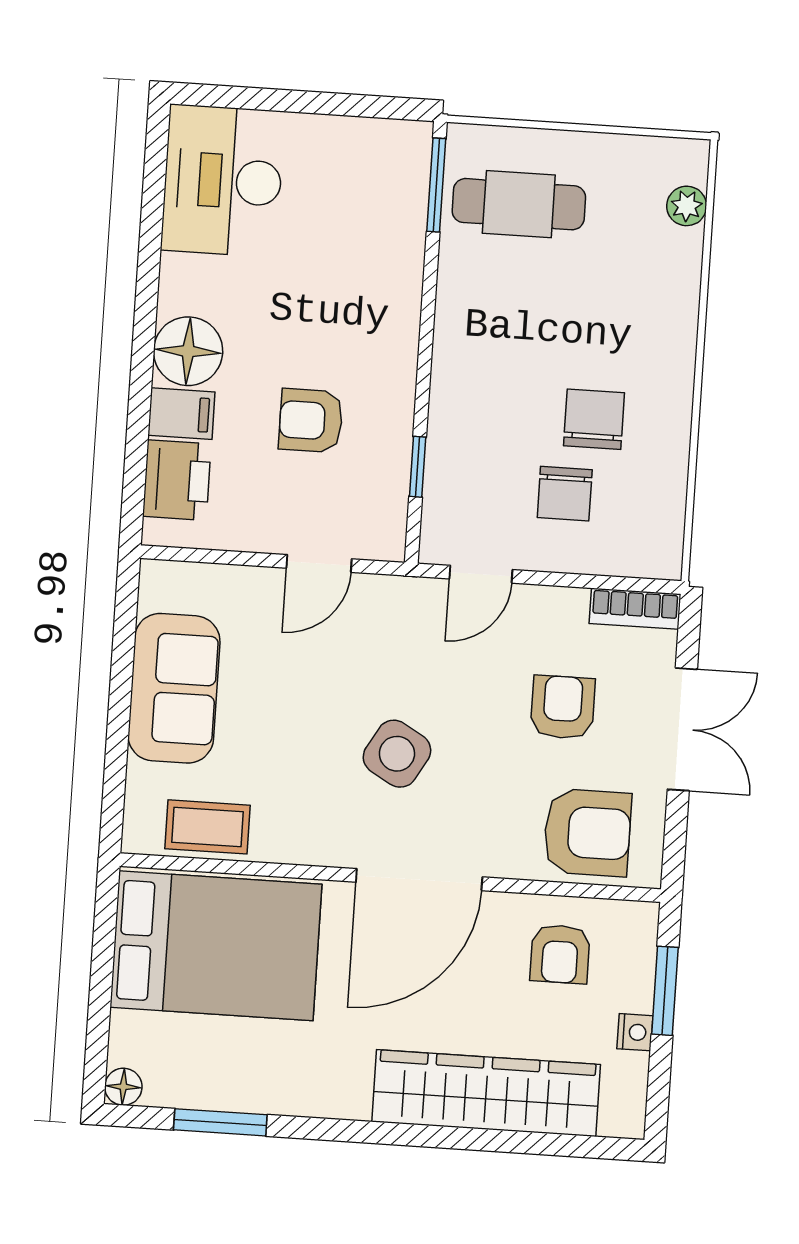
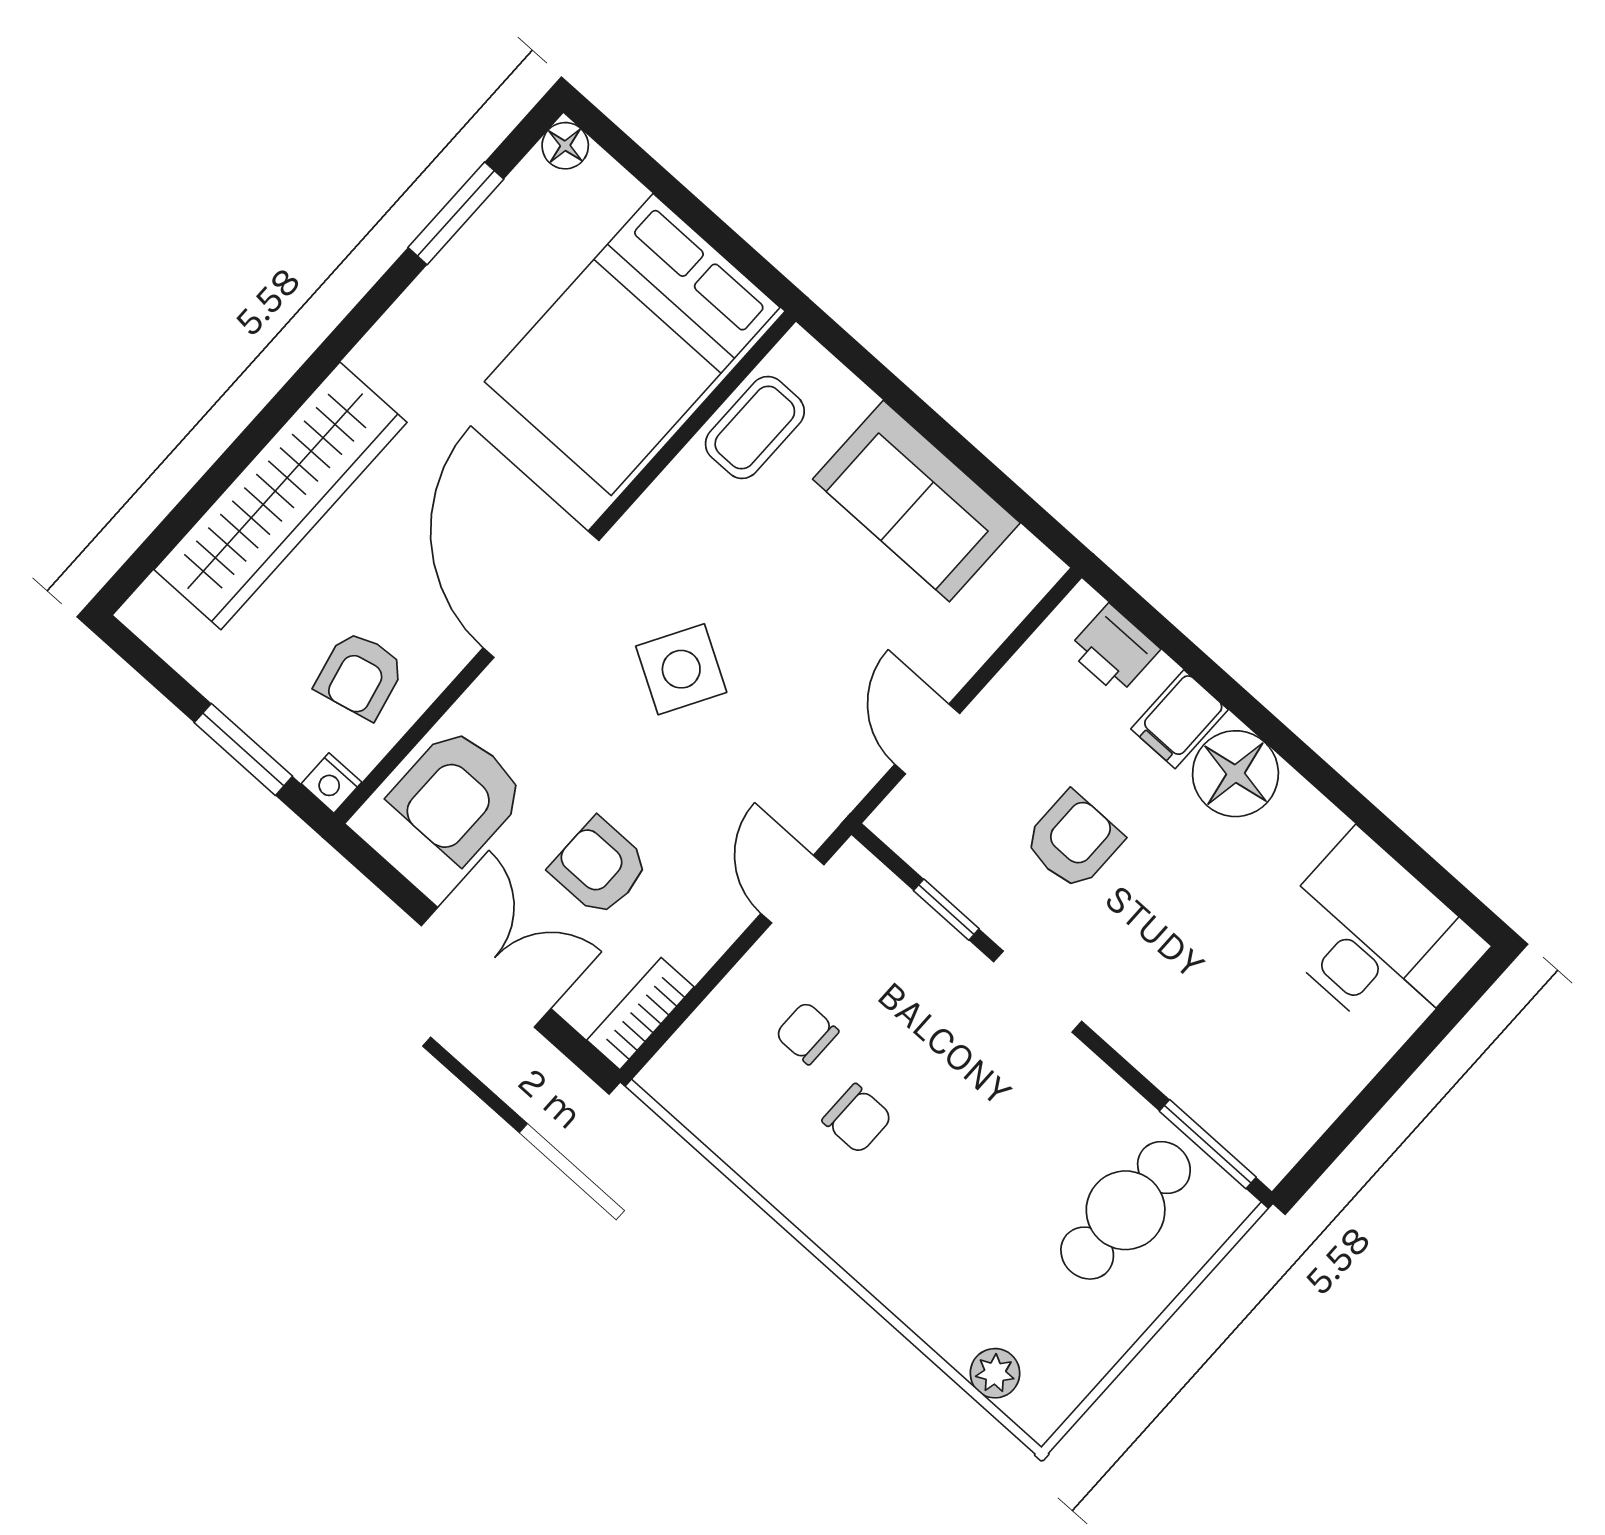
doorway: (424, 368) -> (1038, 992), added
chair: (594, 419) -> (857, 1119), width x0.73, depth x0.73
printer: (177, 480) -> (1114, 649), width x0.73, depth x0.81
chair: (565, 494) -> (807, 1033), width x0.73, depth x0.73
armchair: (563, 707) -> (599, 867), turned 180
double door: (682, 729) -> (486, 967), swing flipped
armchair: (560, 954) -> (360, 675), turned -103
nightstand: (635, 1032) -> (331, 783), moved

